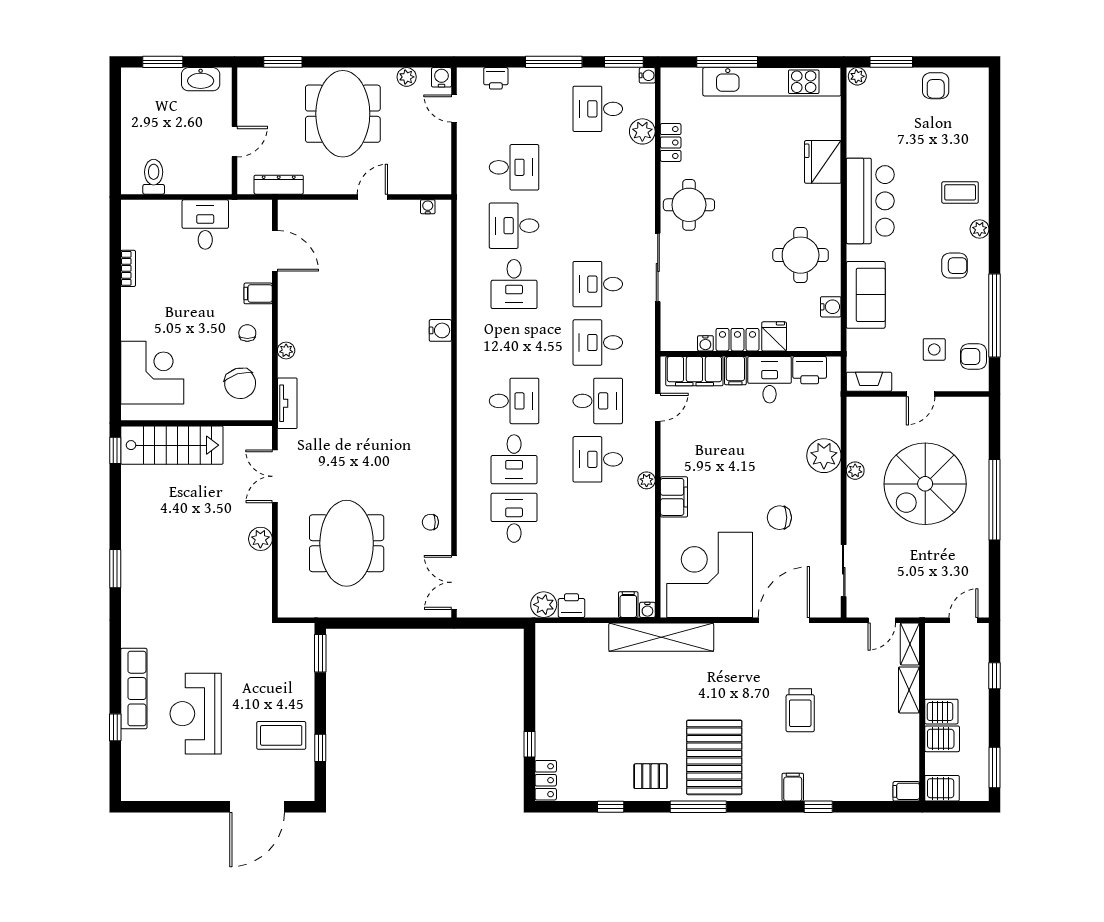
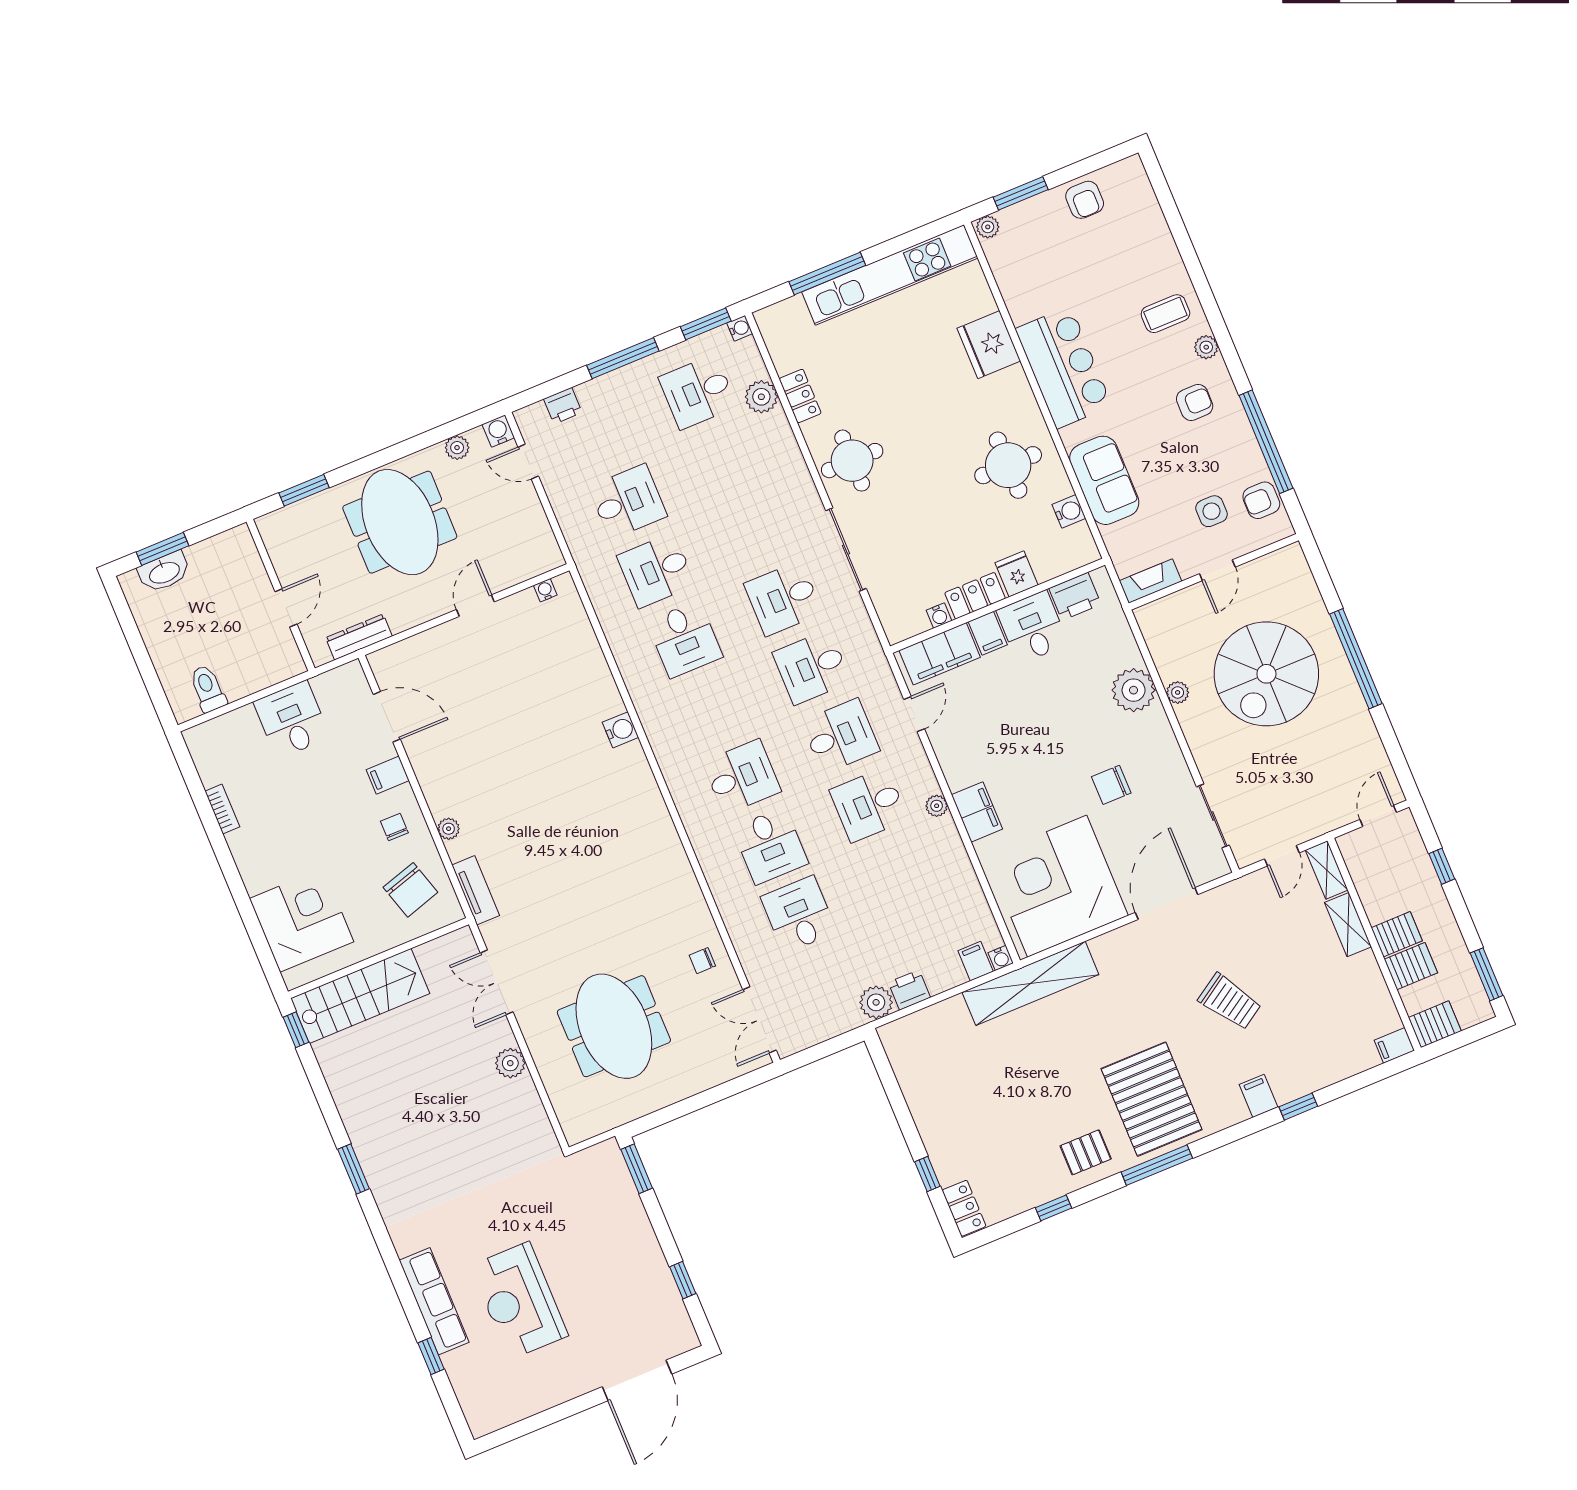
washbasin: (201, 79) -> (164, 572), moved
trolley: (800, 710) -> (1230, 1002), turned -33
coffee table: (281, 735) -> (631, 1284), removed

